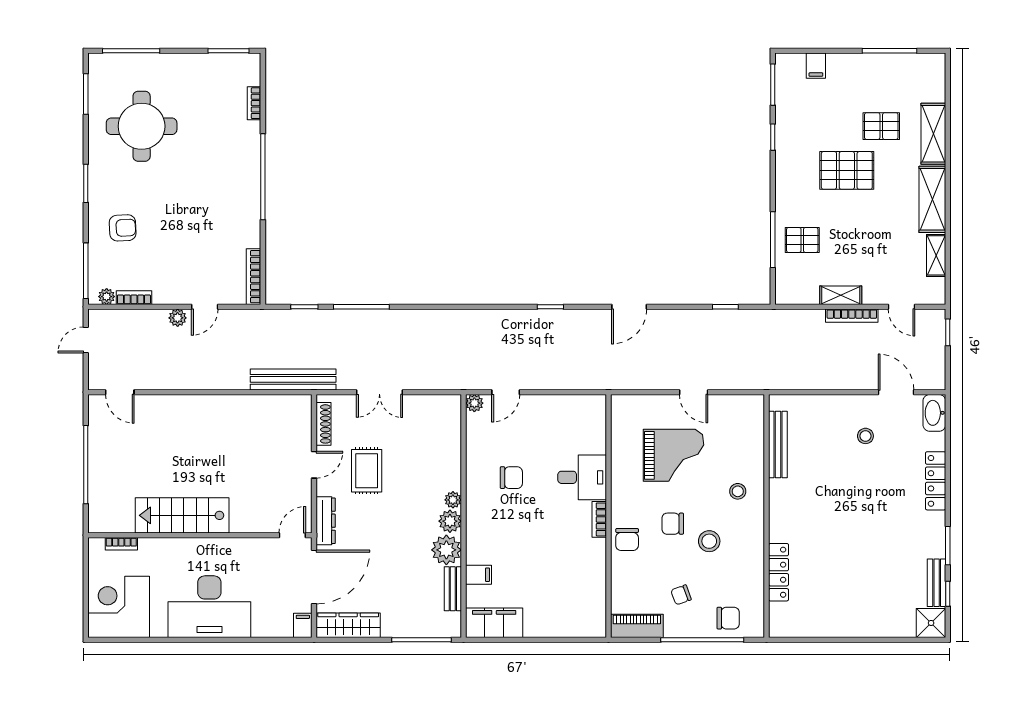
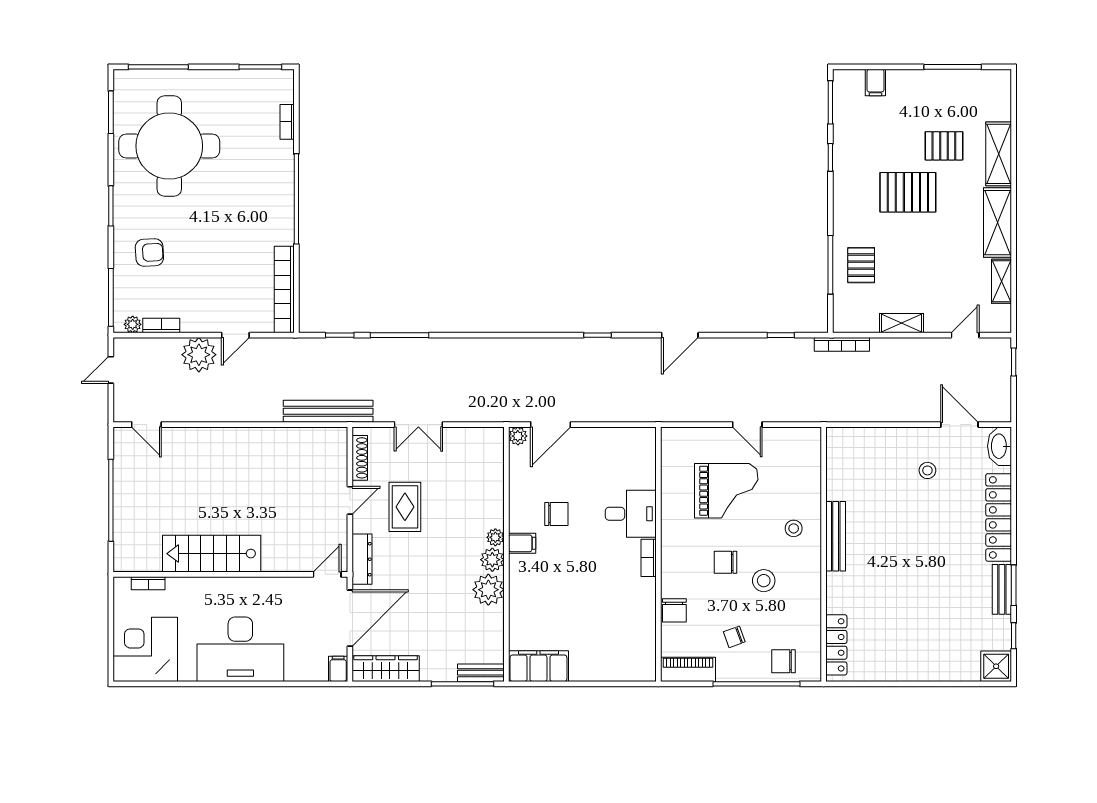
round table: (142, 126) -> (169, 146), width x1.36, depth x1.36
pallet: (802, 240) -> (861, 265), turned 90
bookcase: (254, 277) -> (284, 289), width x1.48, depth x1.31
door: (901, 307) -> (965, 335), swing flipped
bookcase: (852, 316) -> (842, 344), moved
plant: (178, 318) -> (199, 355), width x1.88, depth x1.88
door: (506, 392) -> (551, 425), width x1.38
bench: (778, 444) -> (836, 536), moved
locker: (936, 481) -> (999, 517), width x1.41, depth x1.21
chair: (627, 539) -> (674, 610), moved
locker: (779, 572) -> (836, 645), moved
filing cabinet: (478, 575) -> (522, 543), moved
bench: (937, 583) -> (1002, 589), moved
bench: (453, 589) -> (481, 673), moved, turned 90
chair: (728, 618) -> (784, 661), turned 180

